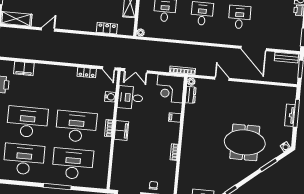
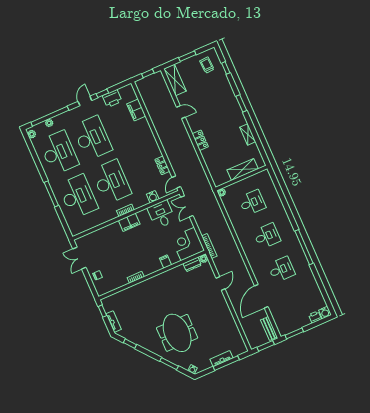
locker: (107, 28) -> (200, 140), moved

